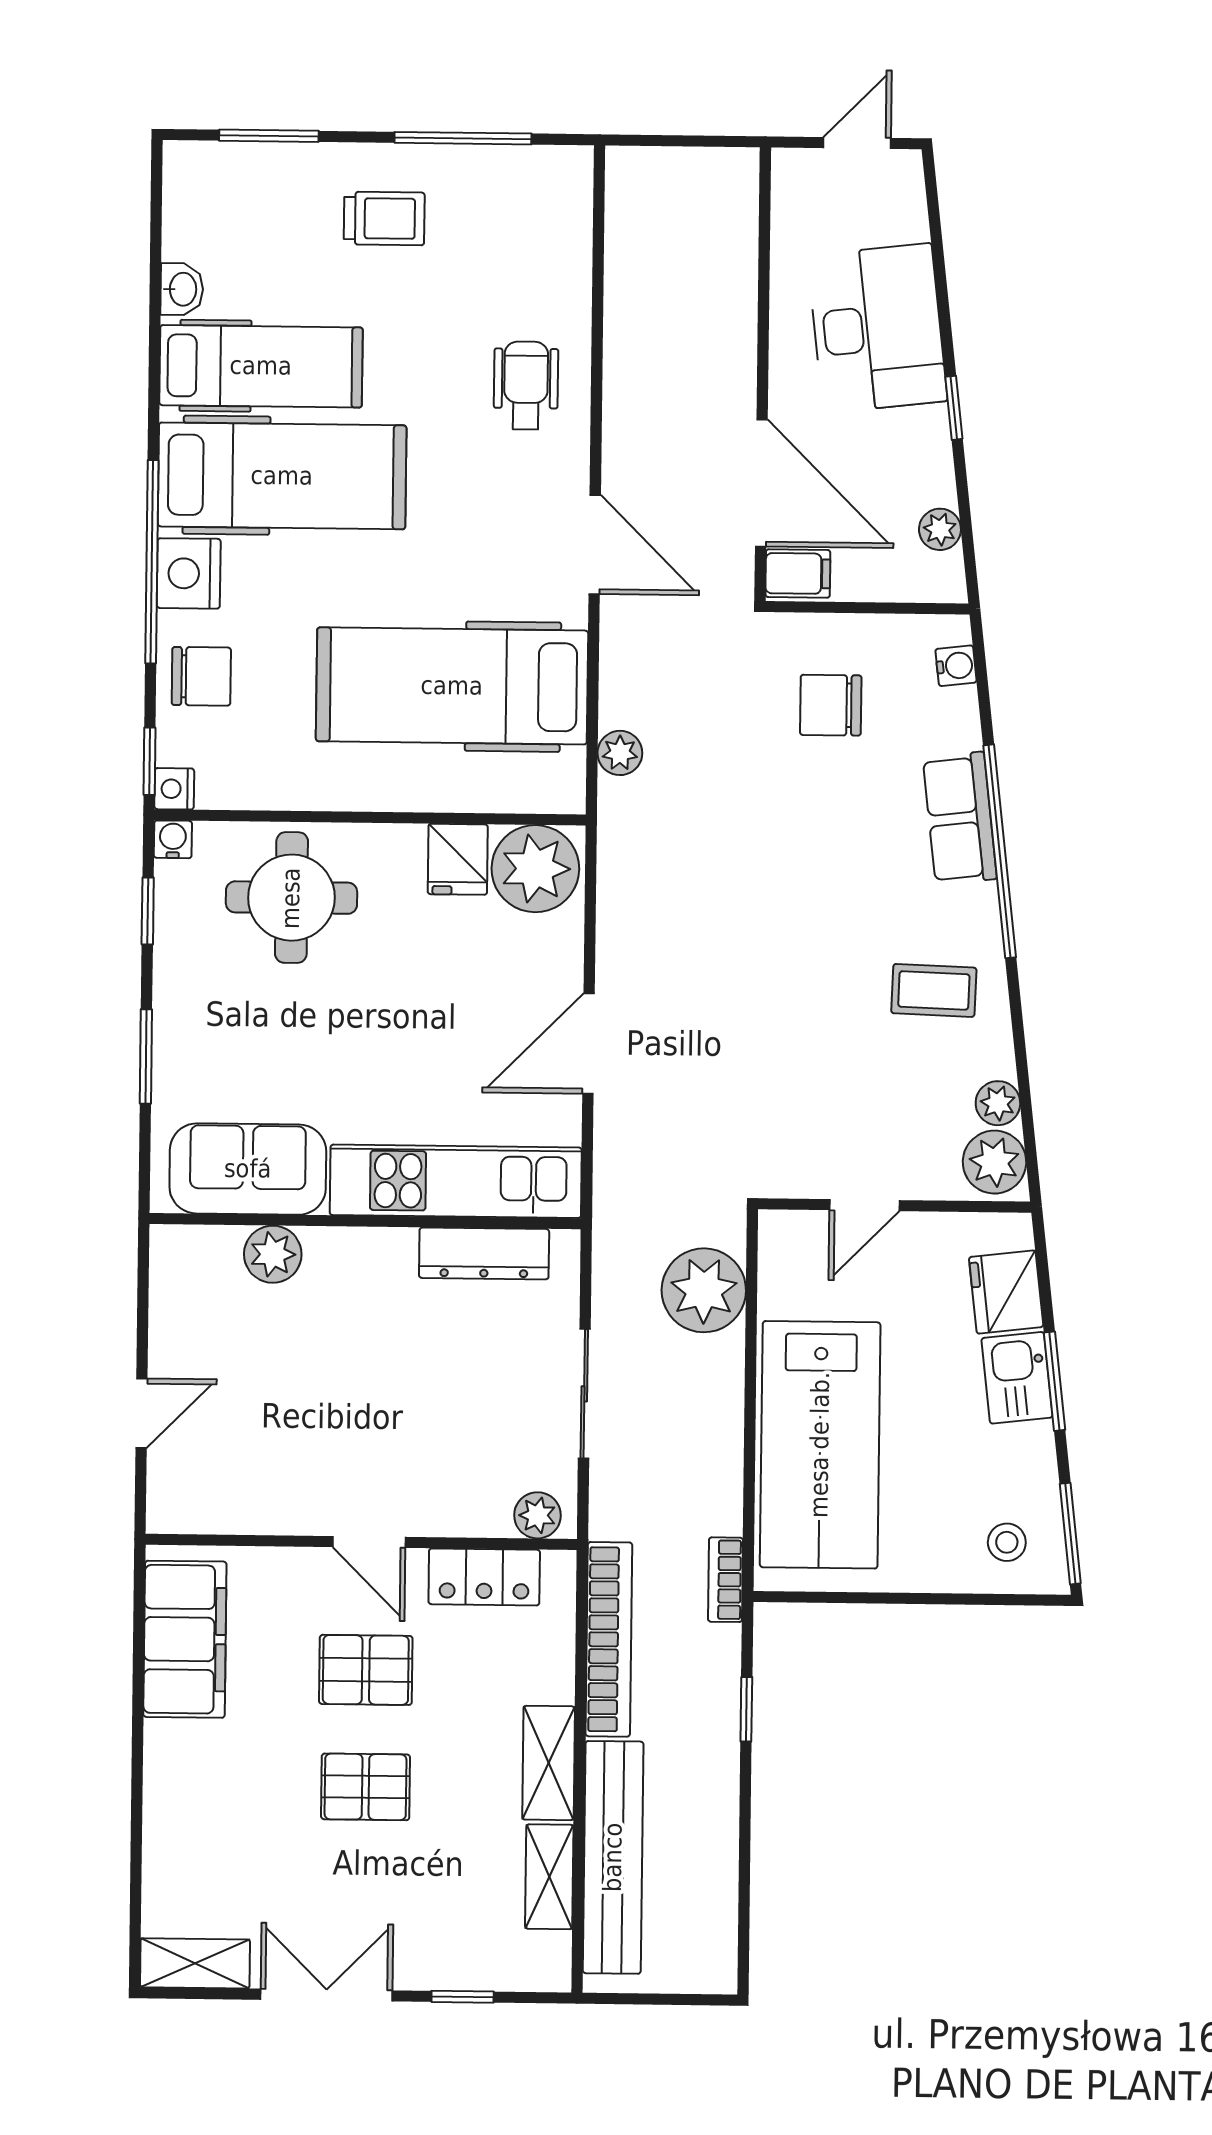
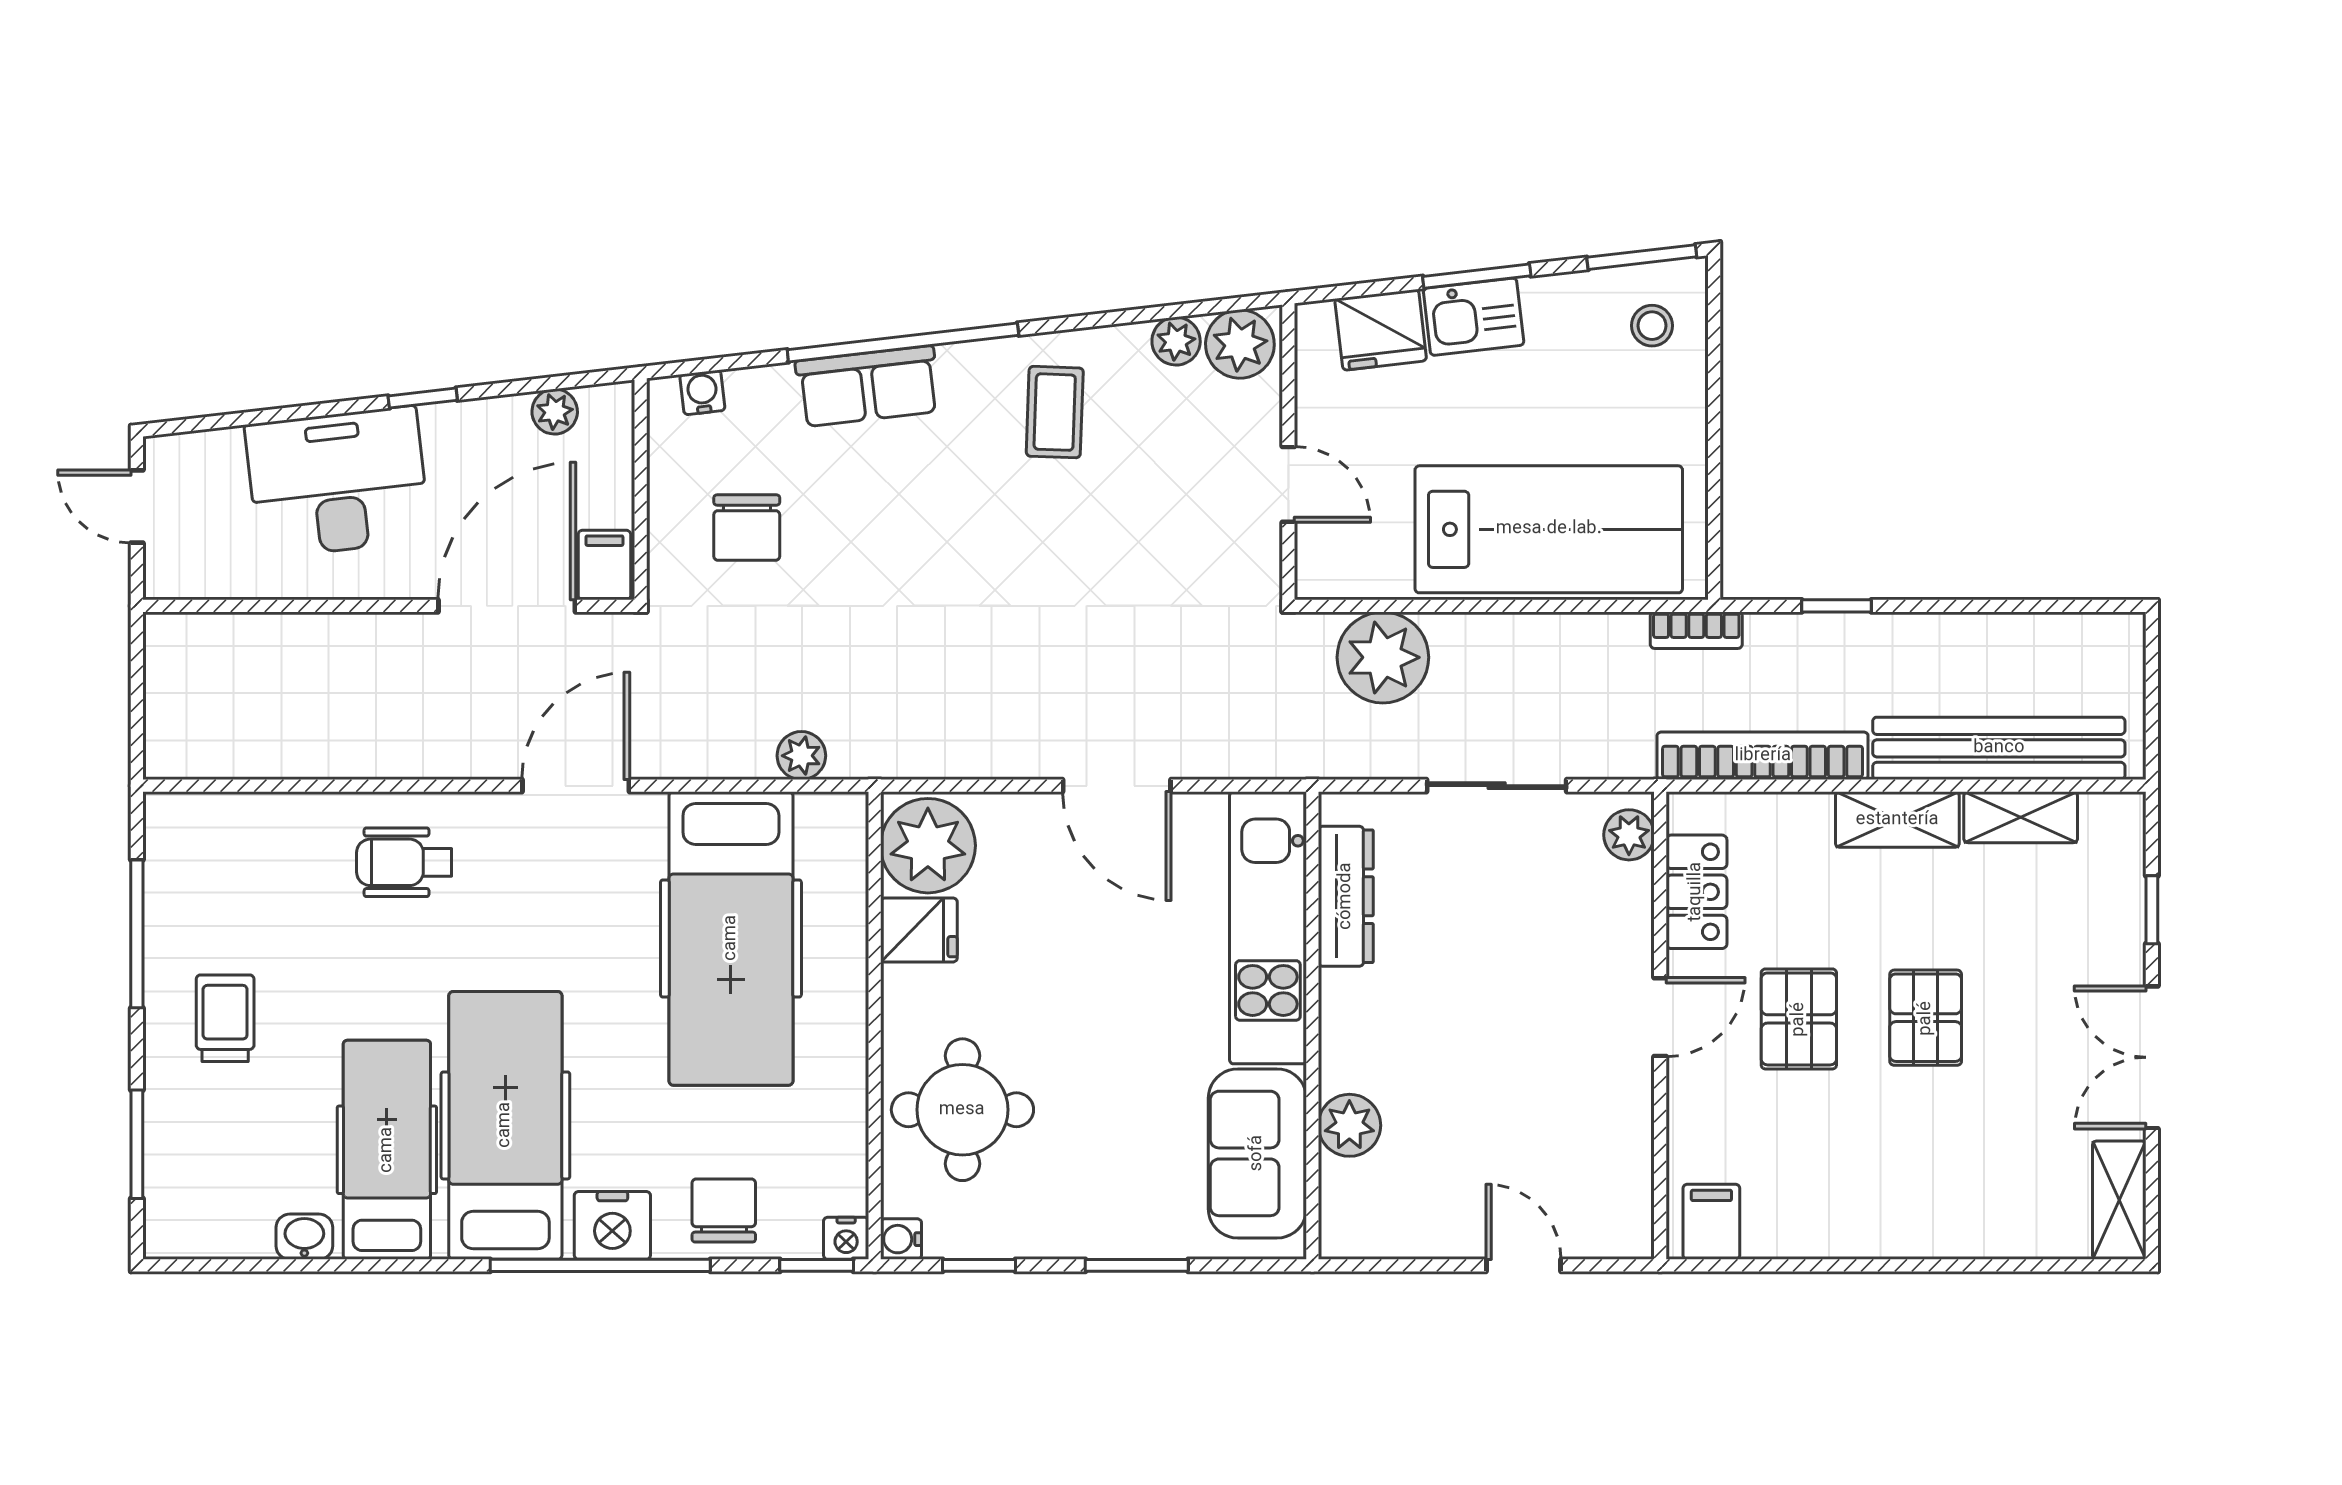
filing cabinet: (185, 1639) -> (1711, 1222), width x0.33, depth x0.86

